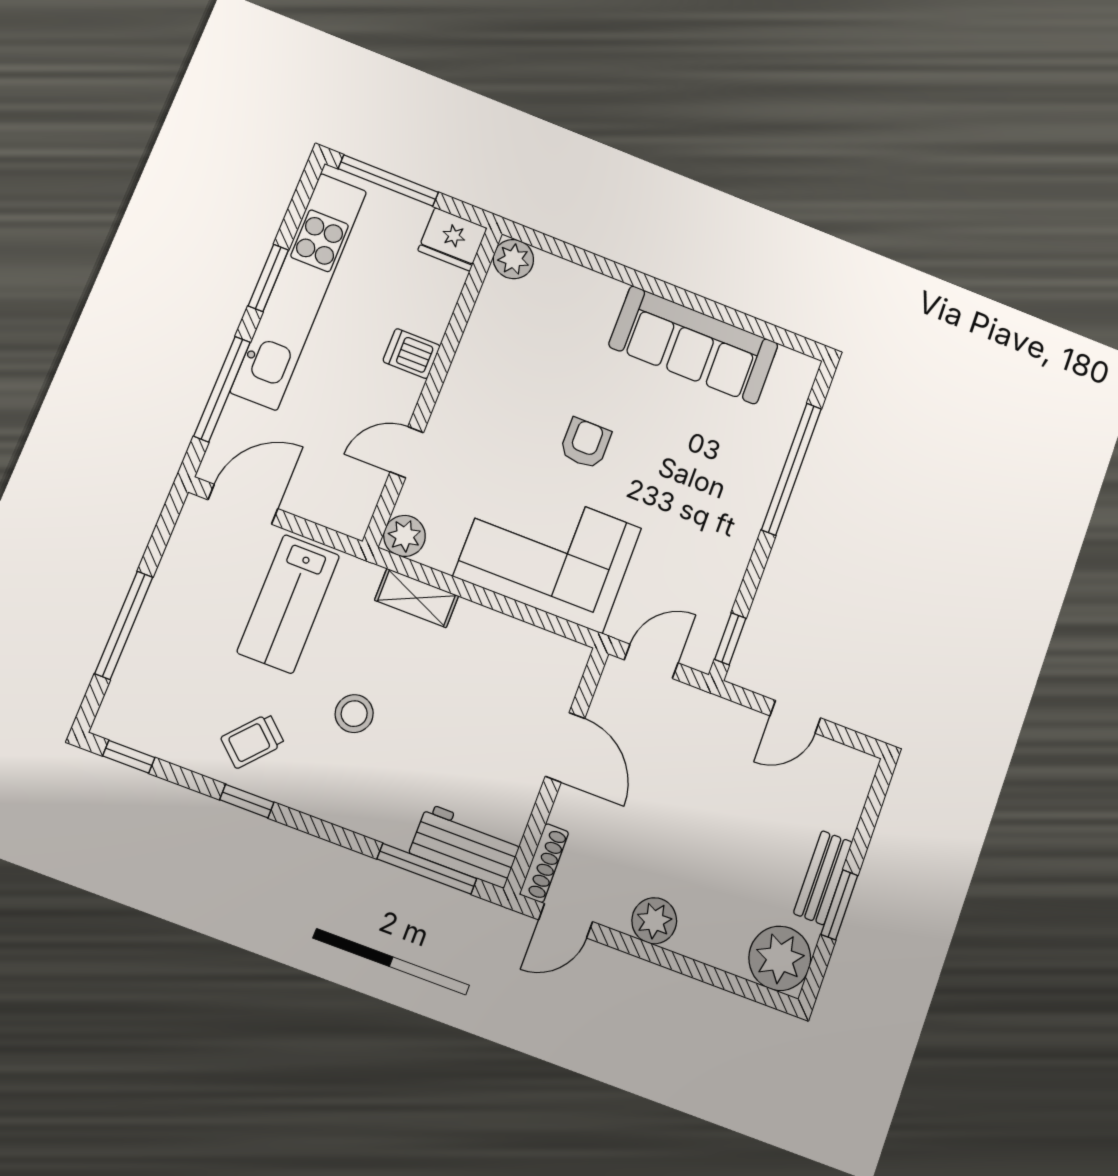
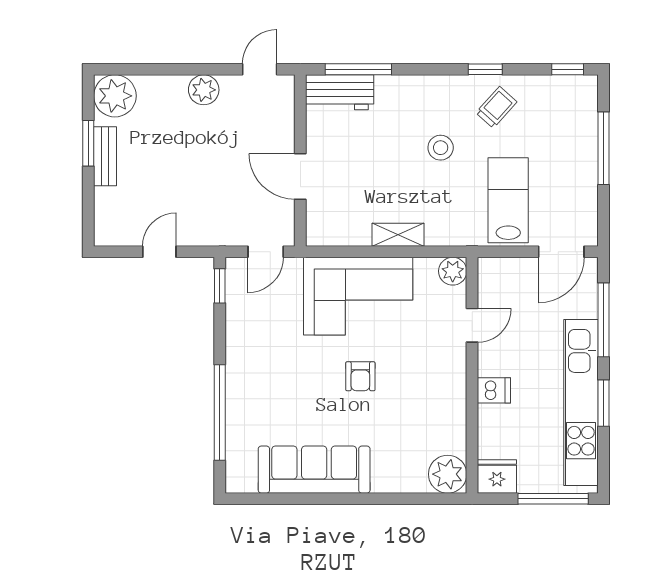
plant: (513, 259) -> (448, 474), width x1.36, depth x1.36
shelving: (417, 598) -> (398, 235), moved
shoe rack: (544, 863) -> (286, 100), removed

